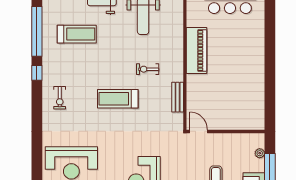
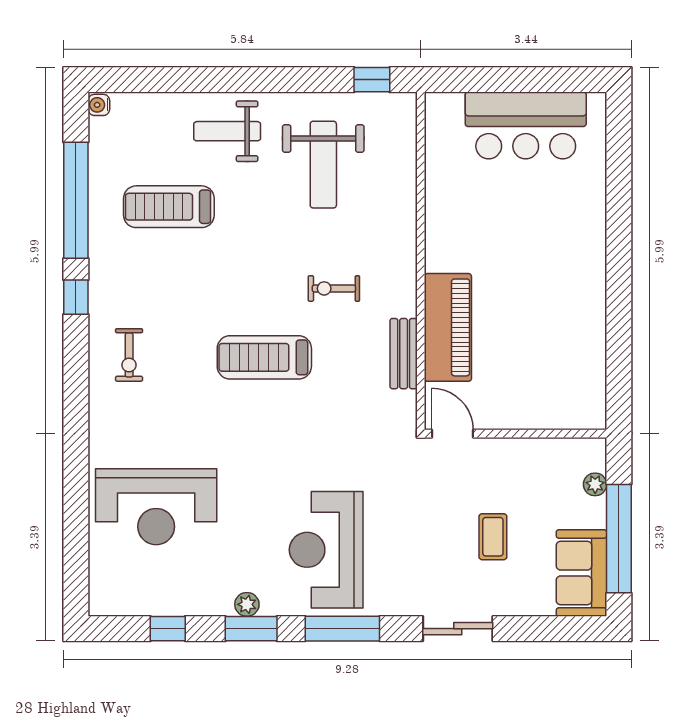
treadmill: (77, 34) -> (169, 207), turned 180
piano: (197, 51) -> (448, 327), moved

